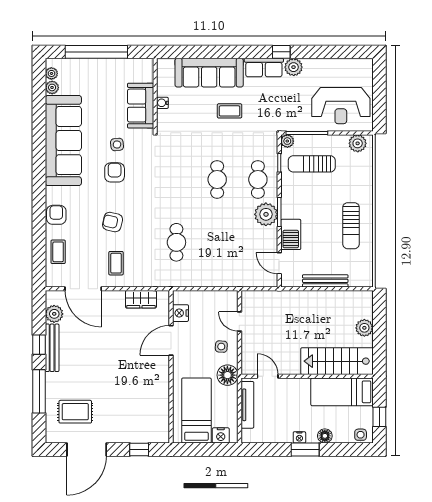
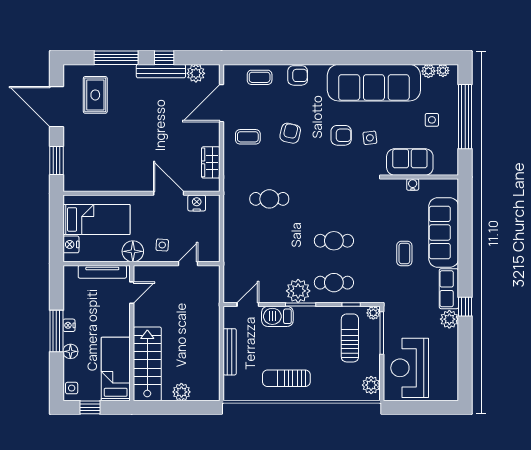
side table: (100, 84) -> (432, 120), added
window: (139, 449) -> (56, 160), width x1.50
window: (305, 449) -> (56, 331), width x1.44

